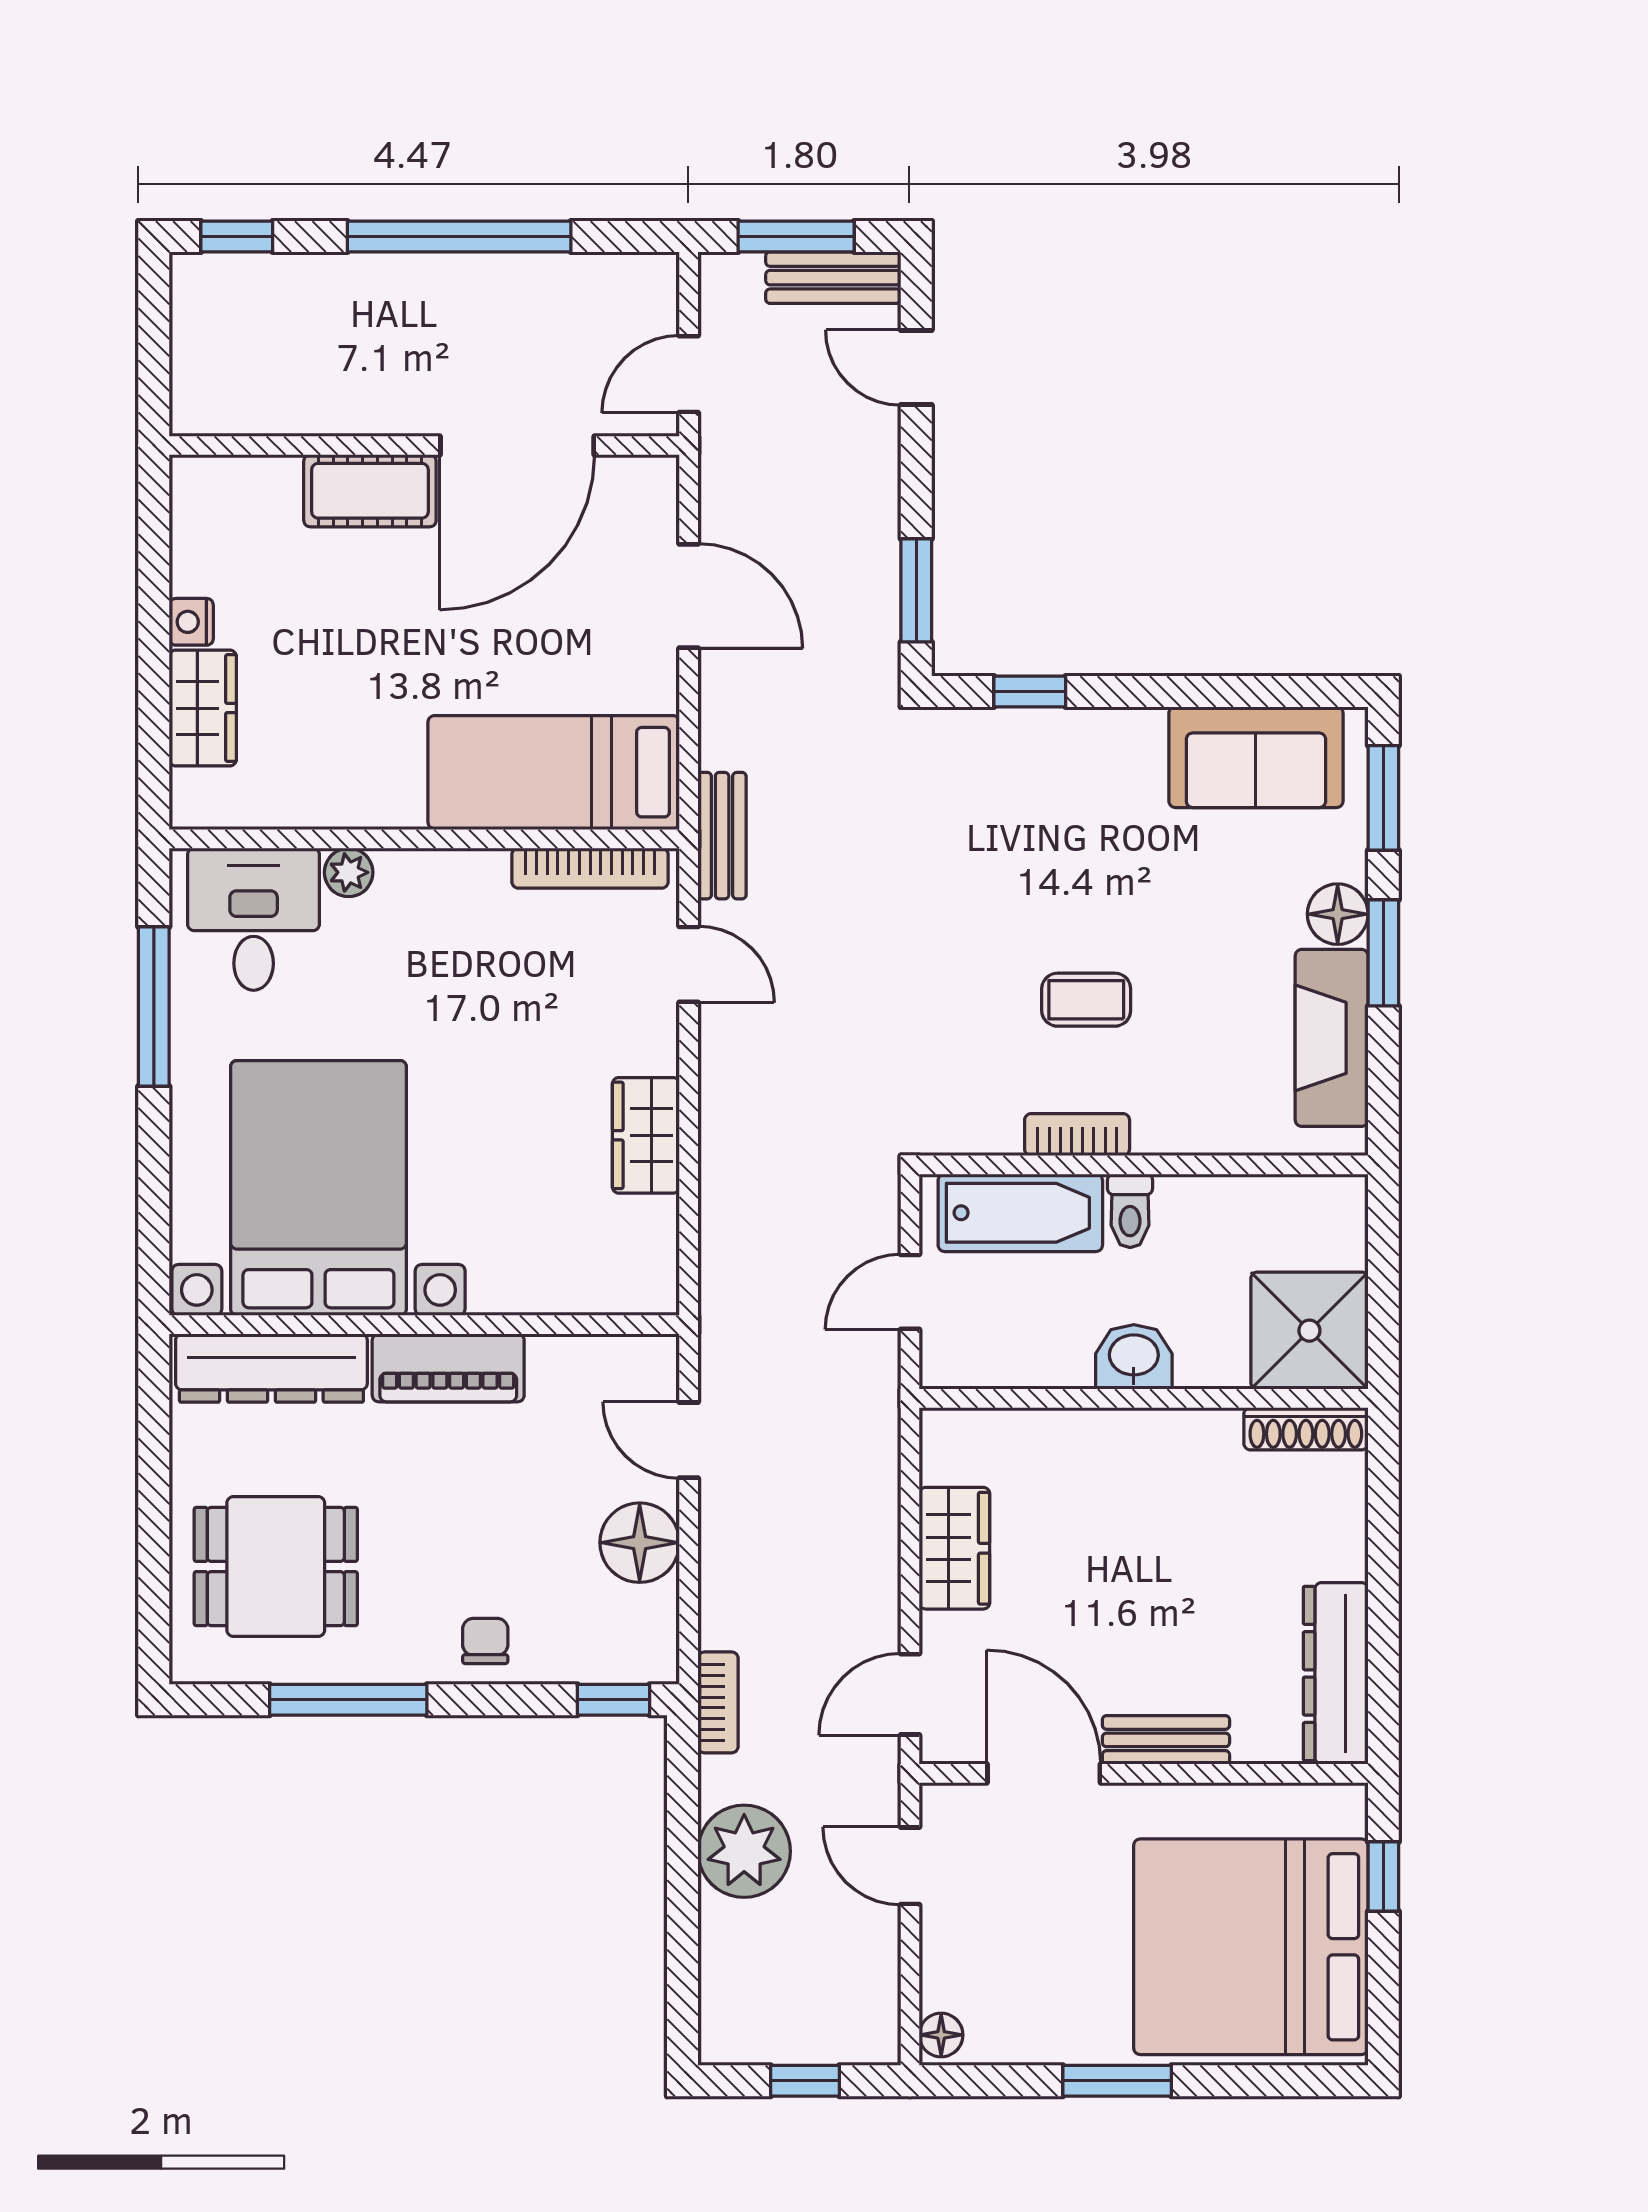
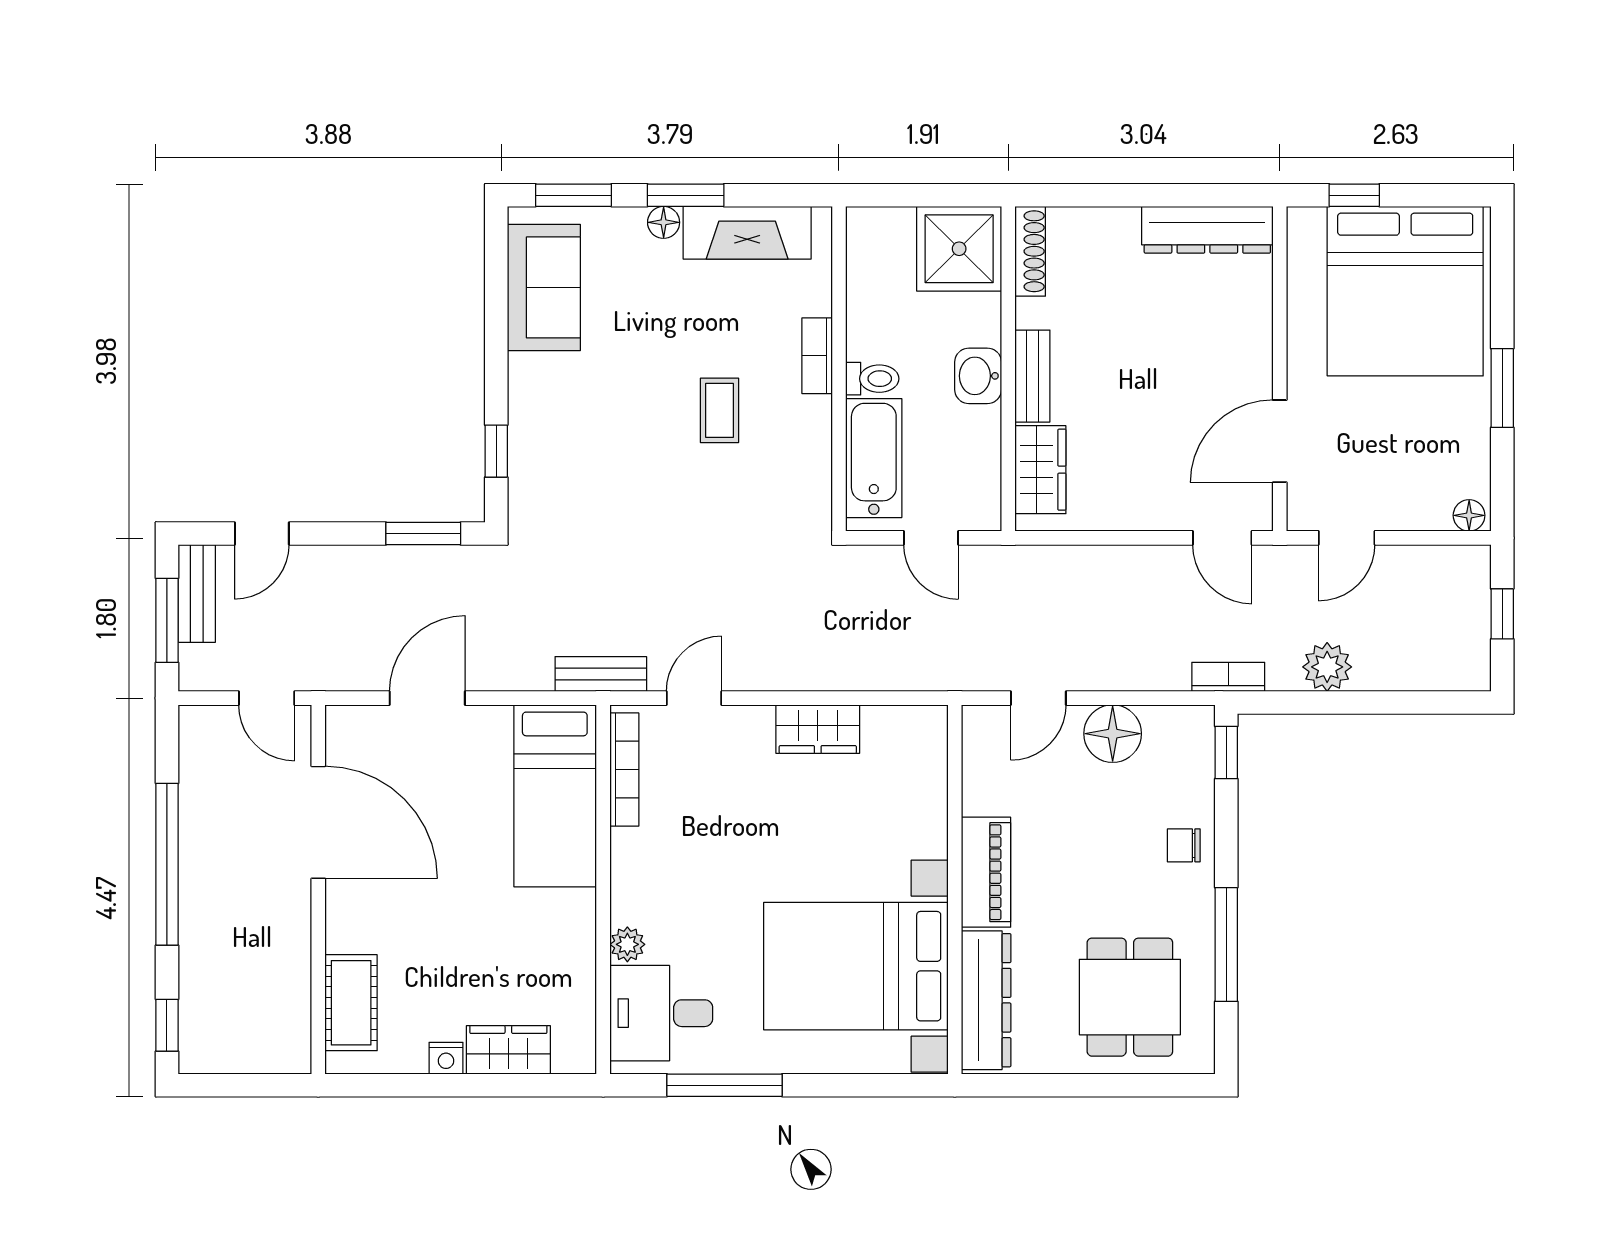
cot: (370, 491) -> (351, 1003), moved
floor lamp: (1338, 914) -> (664, 222), width x0.73, depth x0.73
bookcase: (1077, 1135) -> (817, 356), moved
wardrobe: (954, 1548) -> (1040, 470), moved, turned 90
bench: (1166, 1740) -> (1032, 376), moved
plant: (744, 1851) -> (1327, 667), width x0.73, depth x0.73

